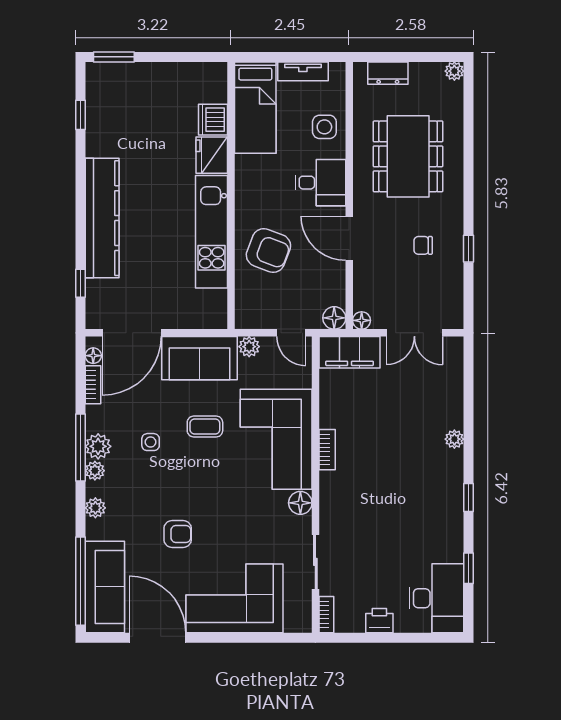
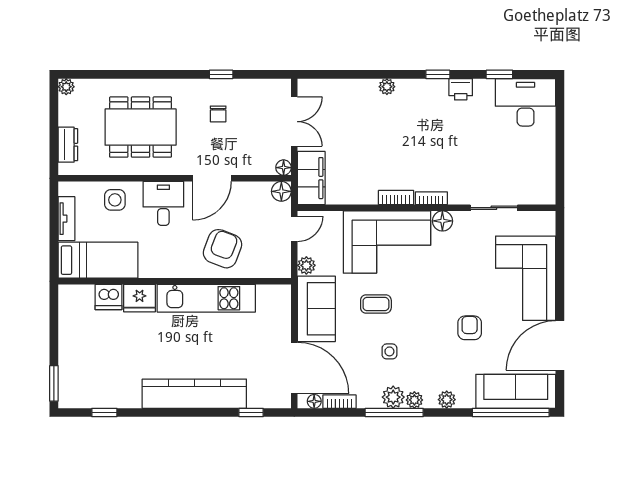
coffee table: (205, 427) -> (376, 304), turned 90
bookcase: (326, 615) -> (431, 198), moved
printer: (379, 621) -> (461, 89), moved, turned -90

